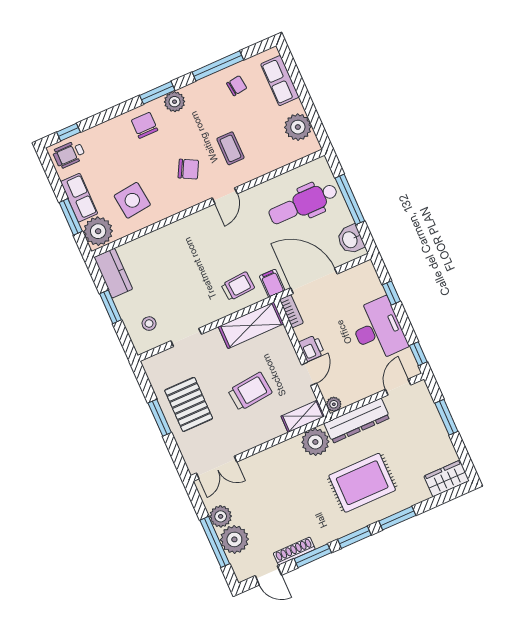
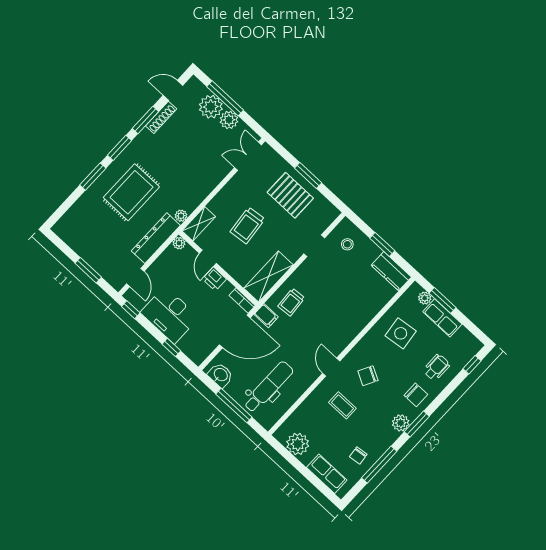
wheelchair: (69, 154) -> (436, 367), moved
plant: (98, 231) -> (425, 298), width x0.53, depth x0.53
plant: (315, 442) -> (181, 216), width x0.53, depth x0.53
wardrobe: (447, 478) -> (68, 223), removed

